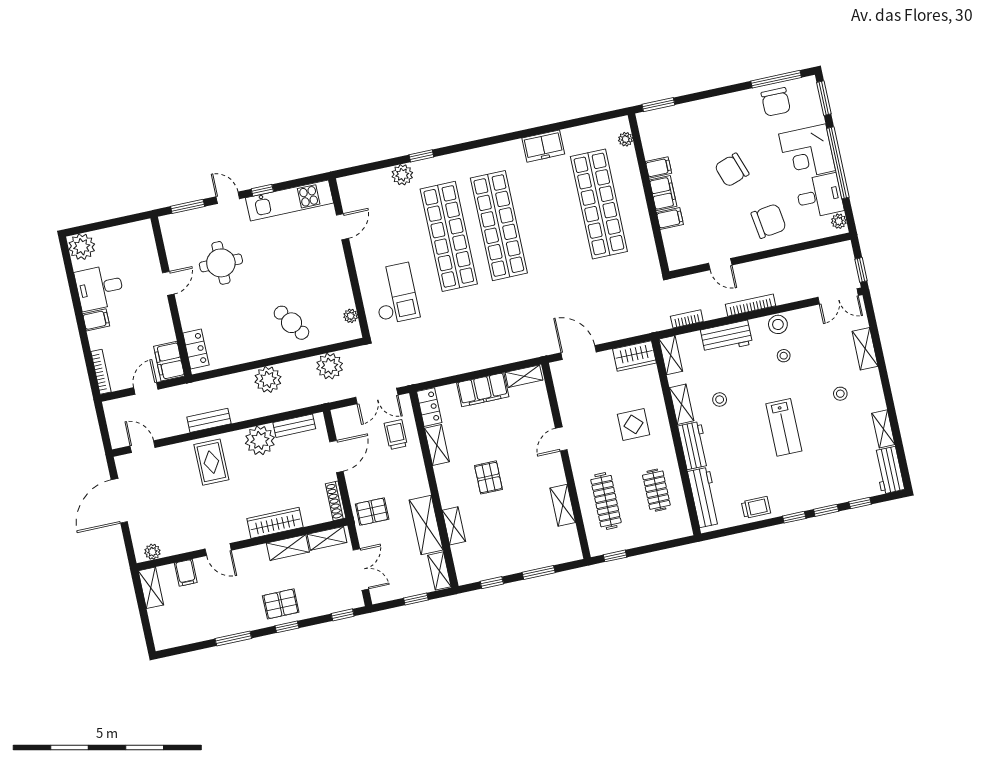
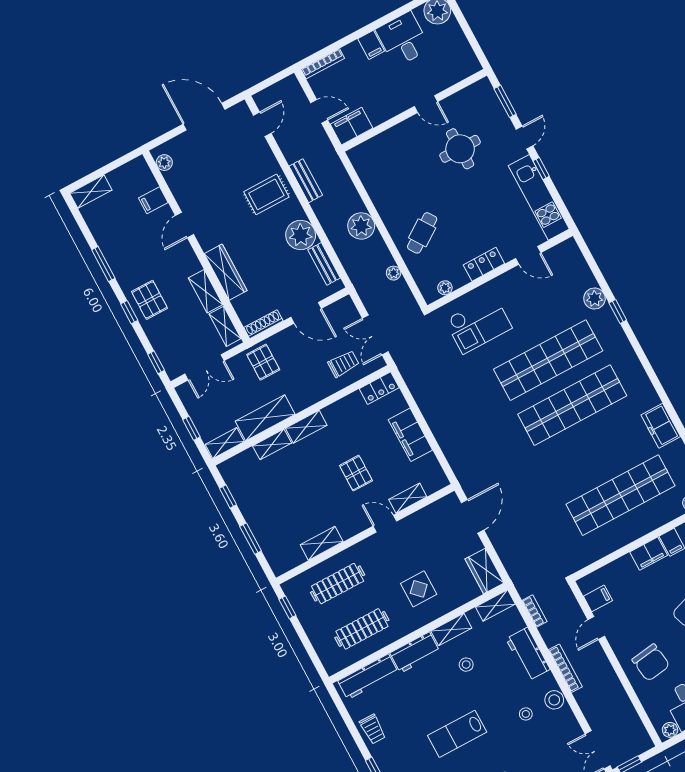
filing cabinet: (670, 219) -> (598, 598), moved, turned -90
locker: (196, 349) -> (484, 264), moved, turned 180
plant: (330, 366) -> (394, 273), width x0.53, depth x0.53
shelving: (524, 376) -> (408, 498), moved, turned 90
shelving: (437, 445) -> (306, 427), moved
pallet: (488, 477) -> (356, 473), moved, turned 90
clothes rail: (656, 490) -> (362, 629), width x1.36
shelving: (151, 588) -> (91, 192), moved

